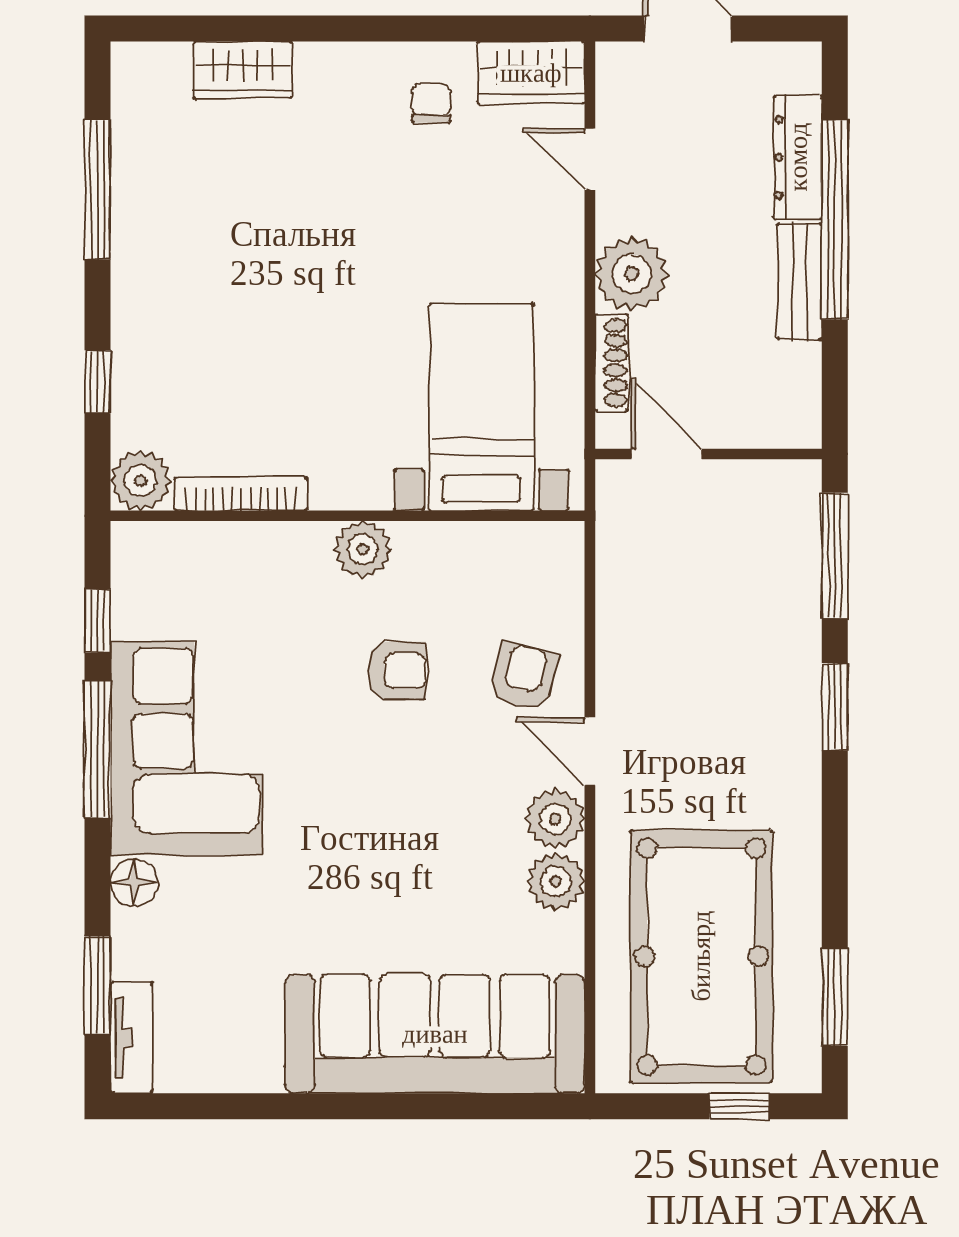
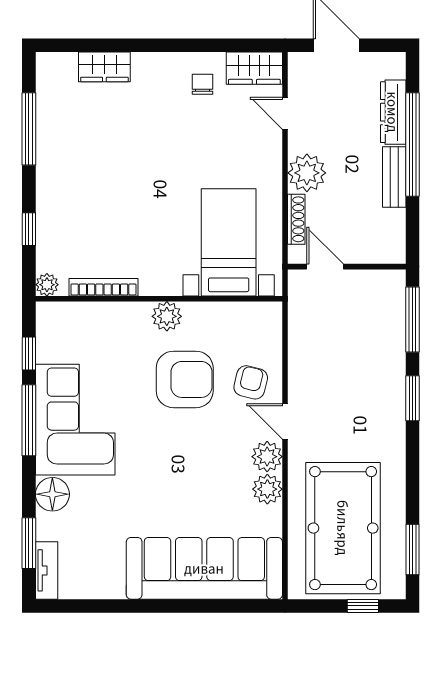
plant: (141, 480) -> (47, 285), width x0.73, depth x0.73
armchair: (397, 671) -> (185, 379), width x1.88, depth x1.88
floor lamp: (134, 883) -> (52, 494), width x1.38, depth x1.38

